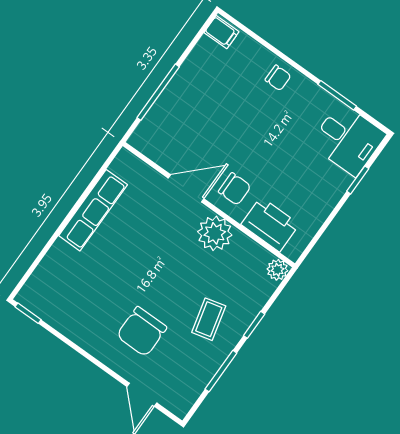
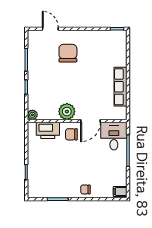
desk: (348, 139) -> (114, 136), moved, turned 90
coffee table: (209, 319) -> (45, 77), removed

